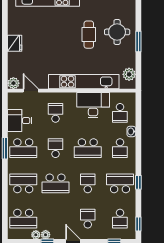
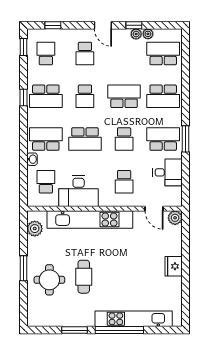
school desk: (88, 148) -> (85, 139), turned 180
school desk: (120, 148) -> (46, 139), width x1.85

